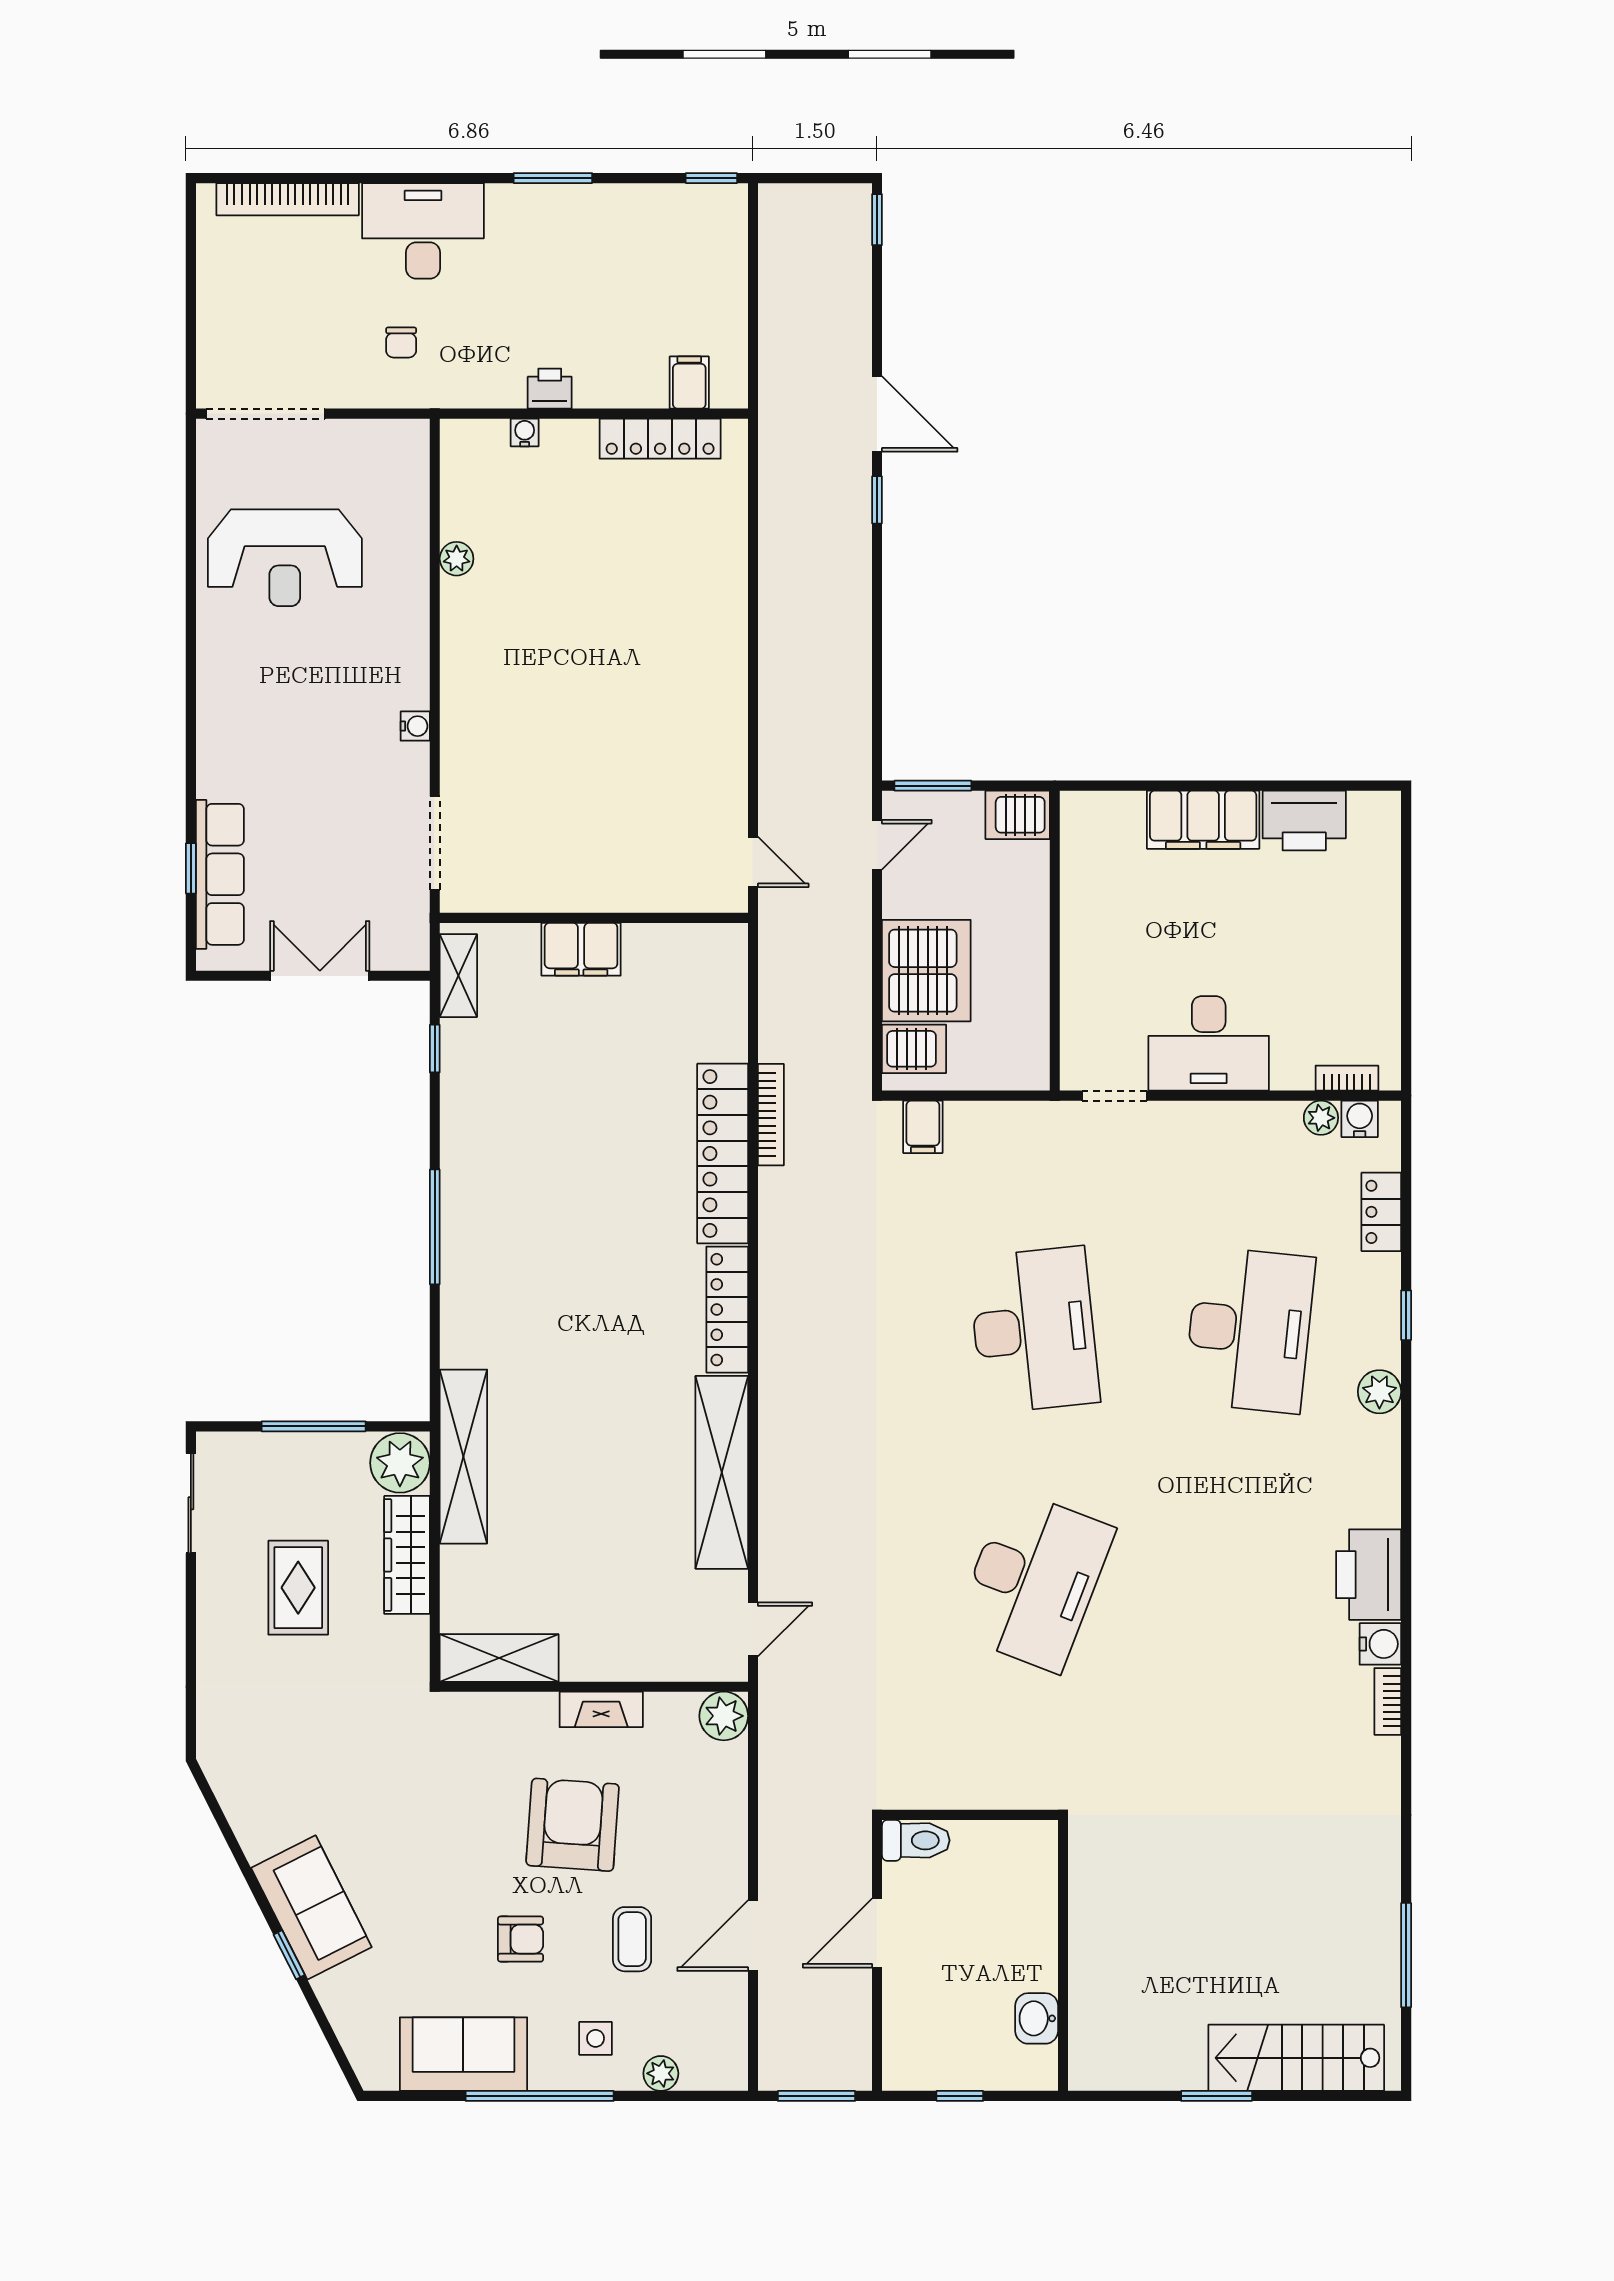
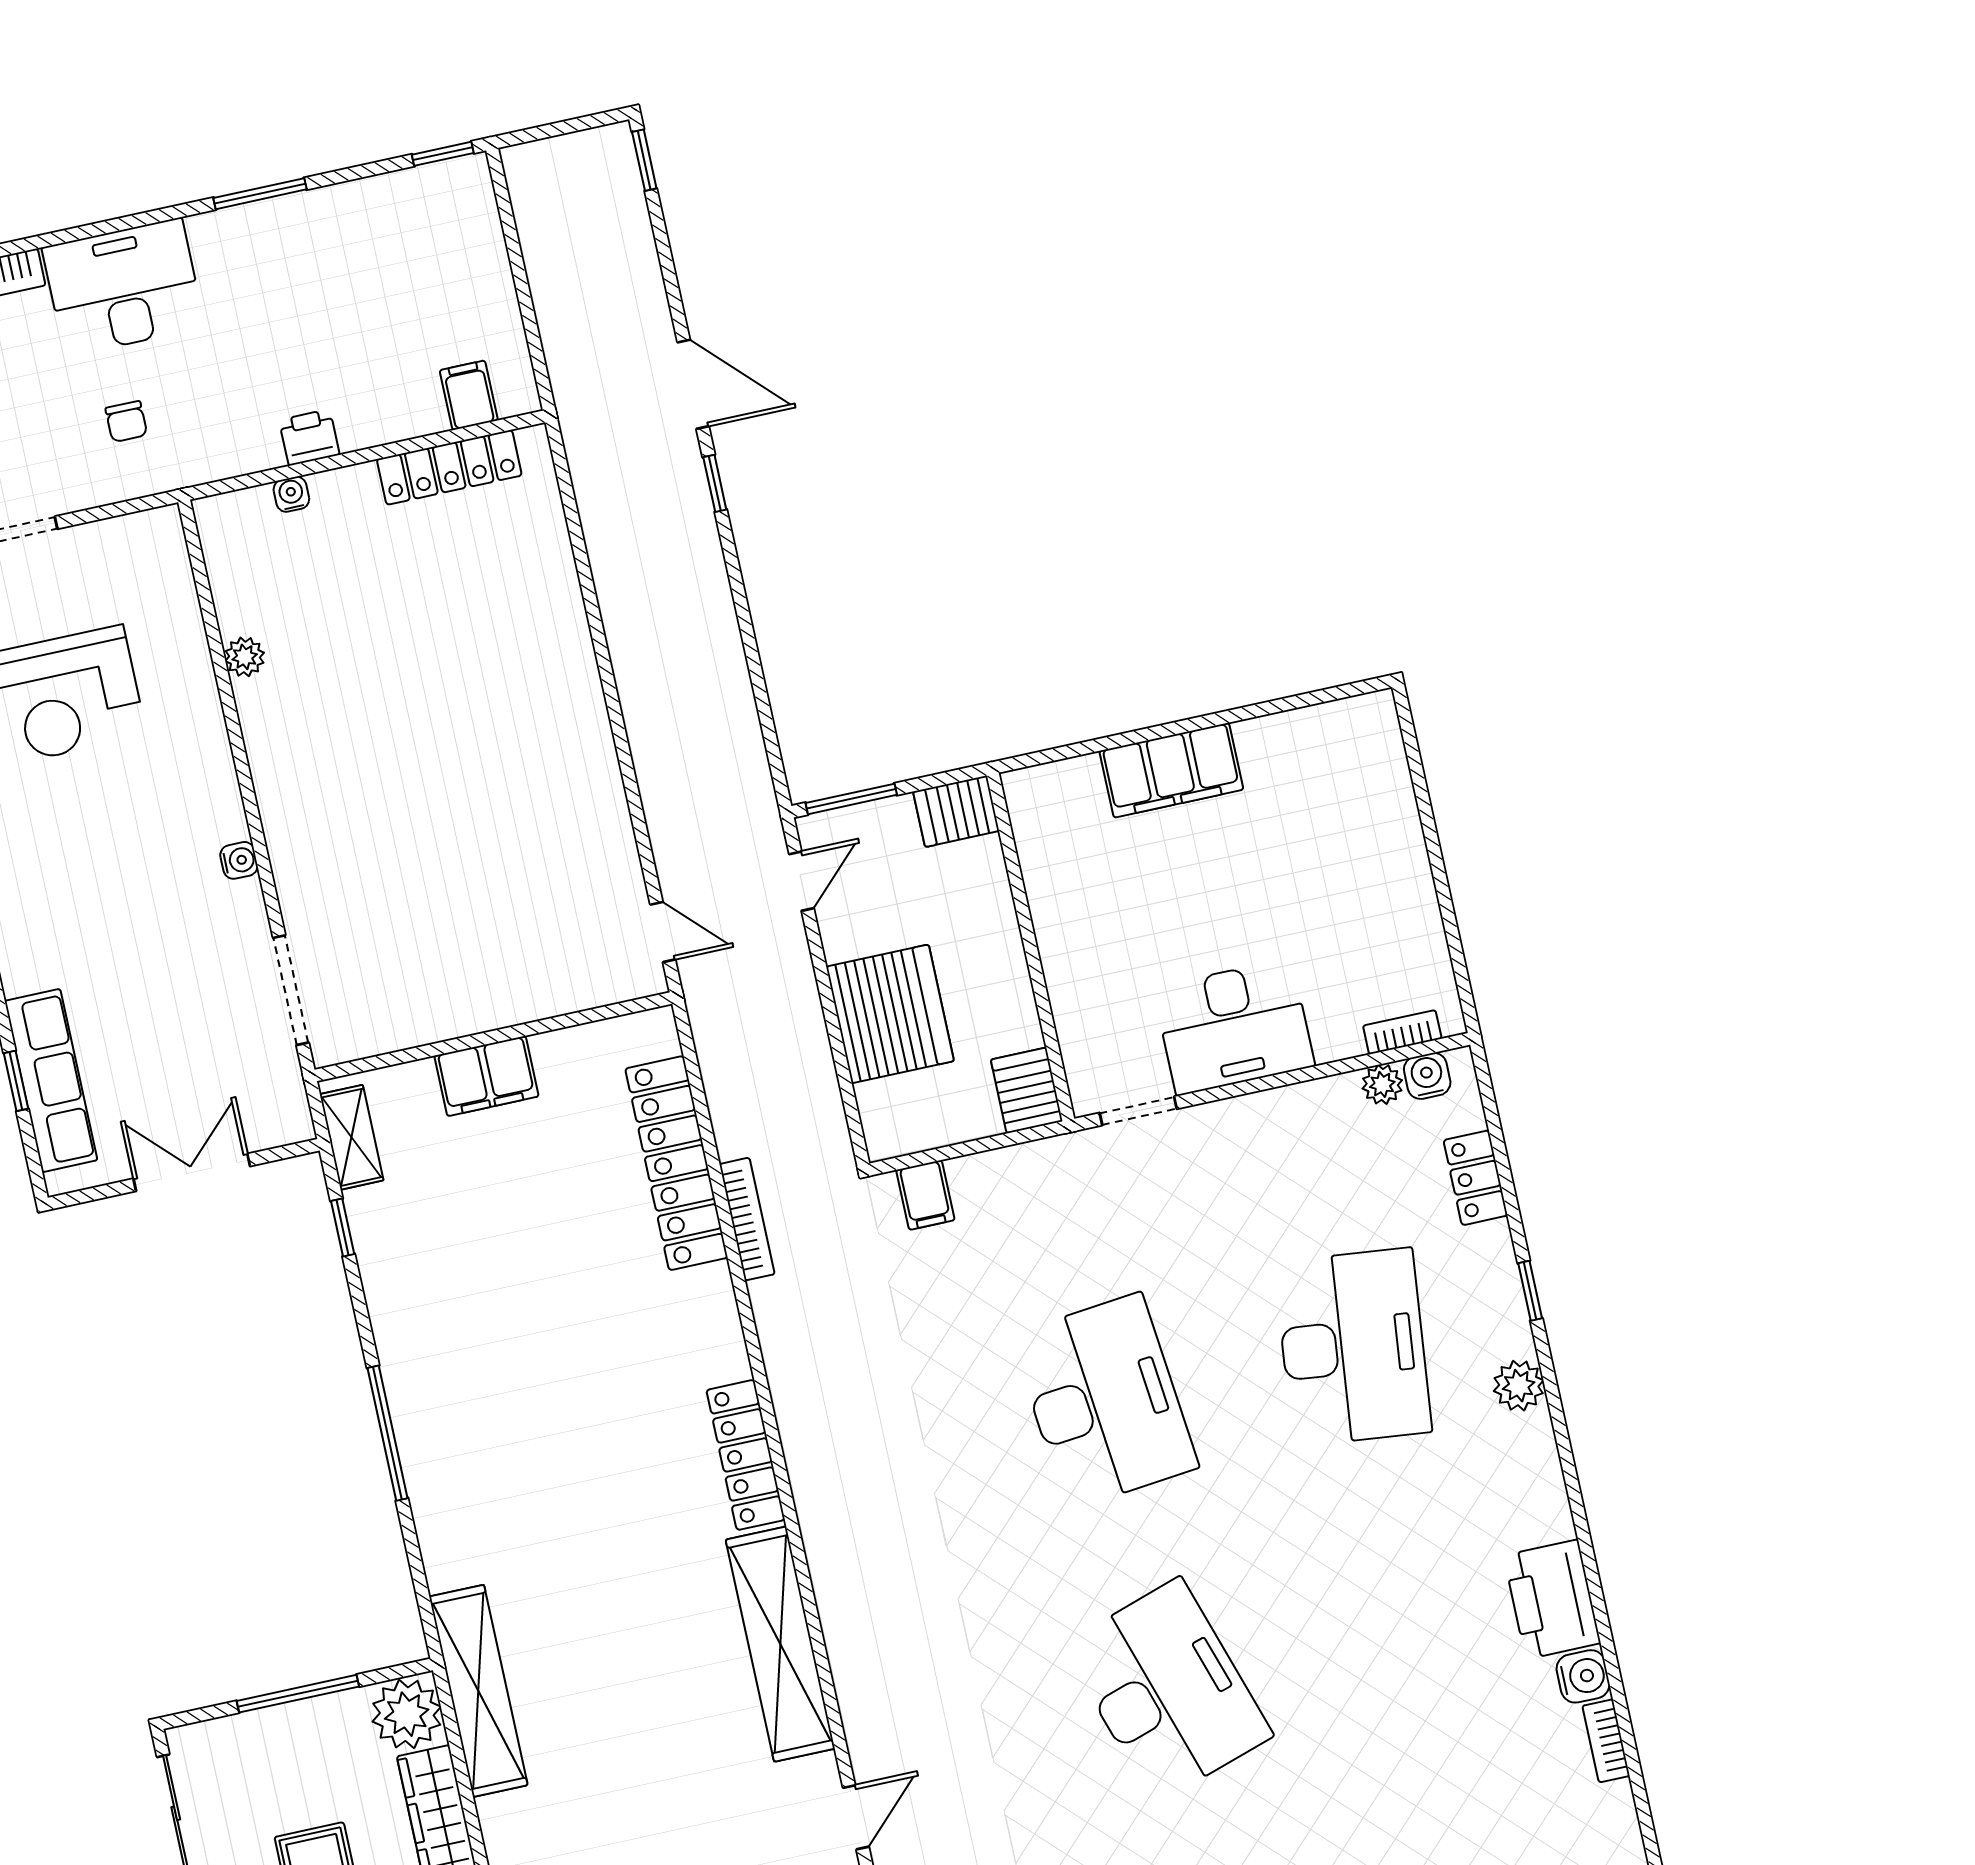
printer: (1304, 821) -> (1288, 746), removed
server rack: (914, 1049) -> (1027, 1090), moved, turned -90
locker: (723, 1153) -> (676, 1163), moved
desk: (1034, 1581) -> (1167, 1691), turned -39

